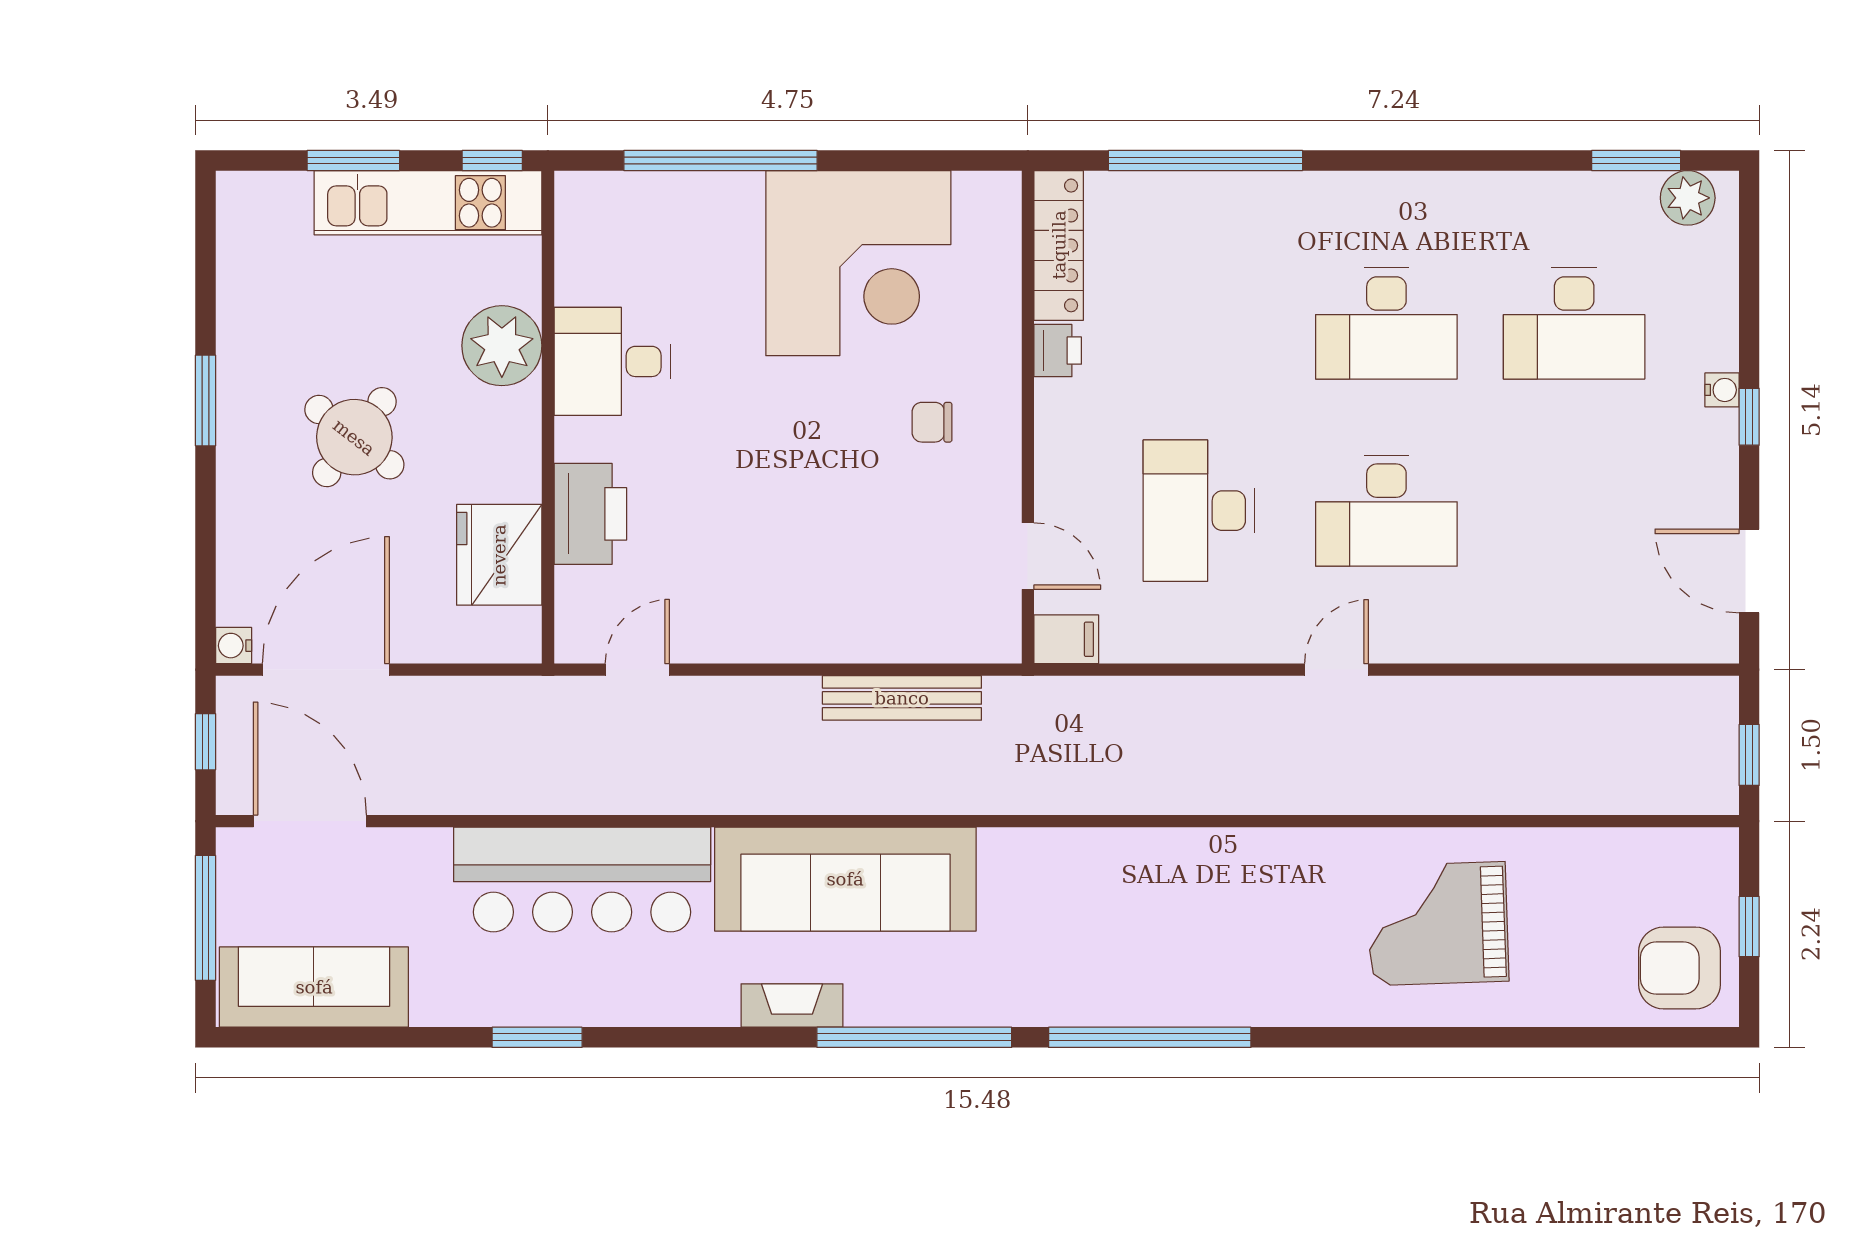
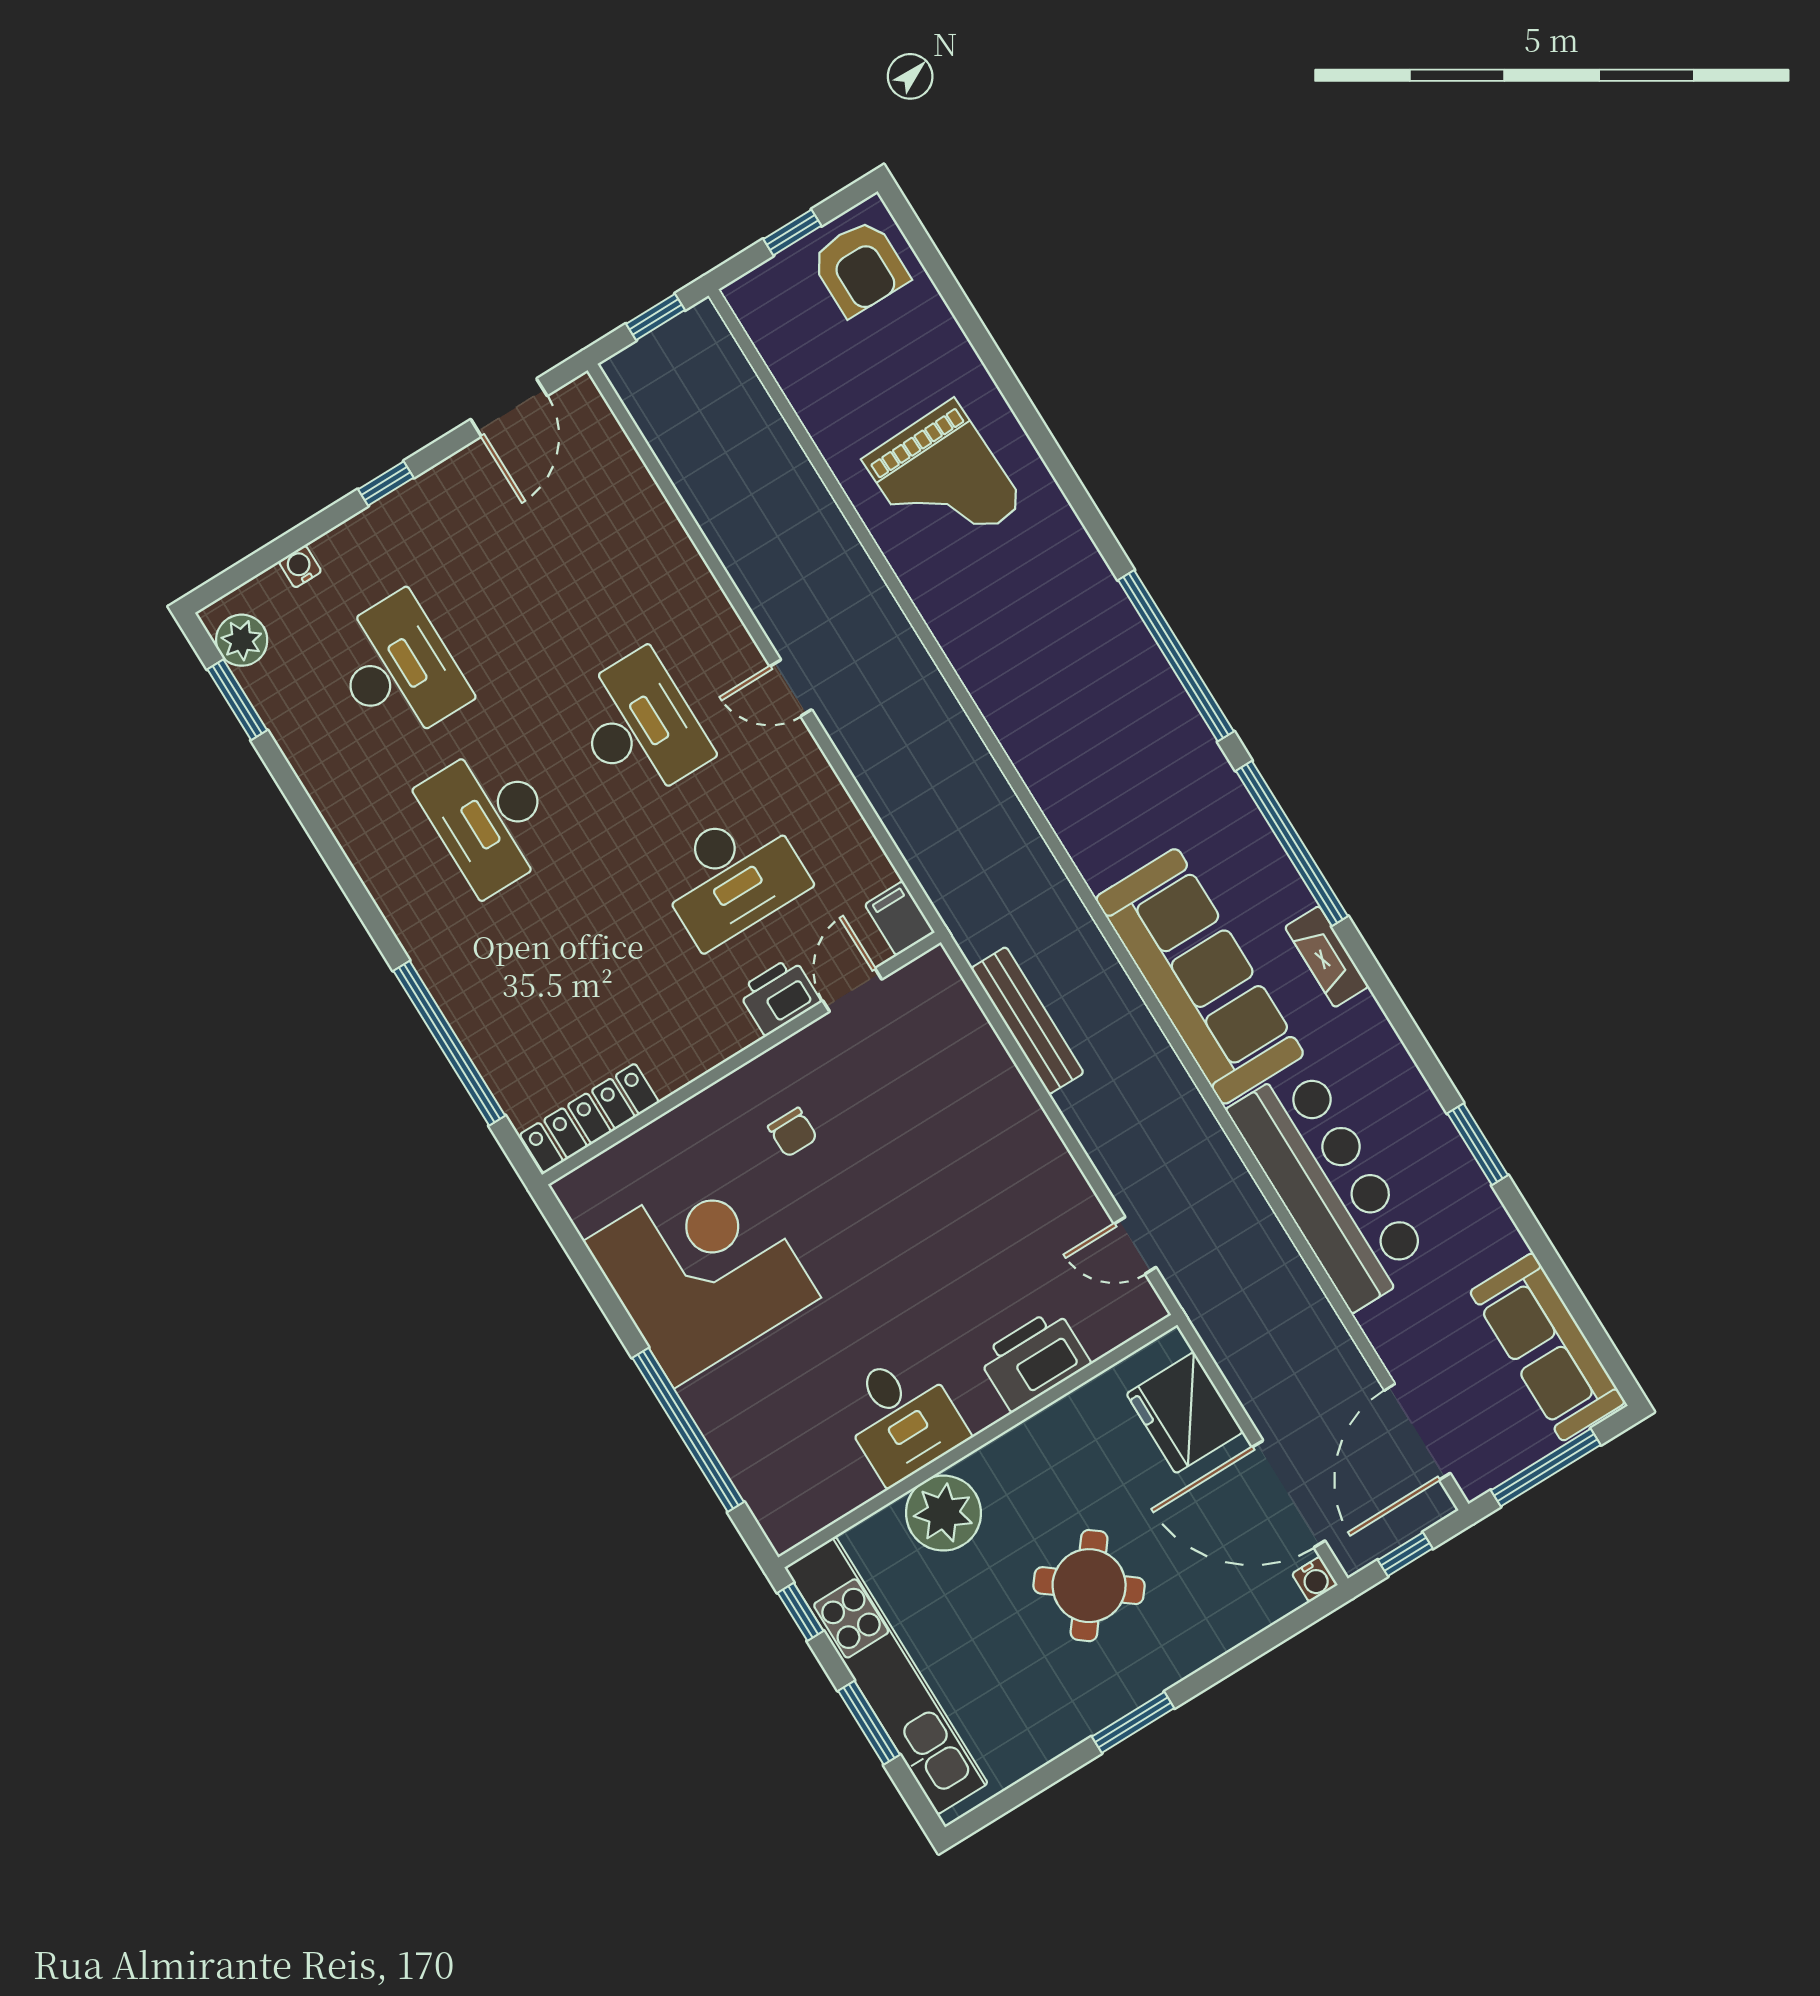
kitchen unit: (428, 203) -> (886, 1675), width x1.36
desk: (1386, 324) -> (490, 819), turned 180
printer: (1058, 351) -> (779, 996), moved, width x1.36, depth x1.24
water cooler: (1722, 390) -> (300, 566), moved
fridge: (499, 555) -> (1185, 1413), moved, turned 90

